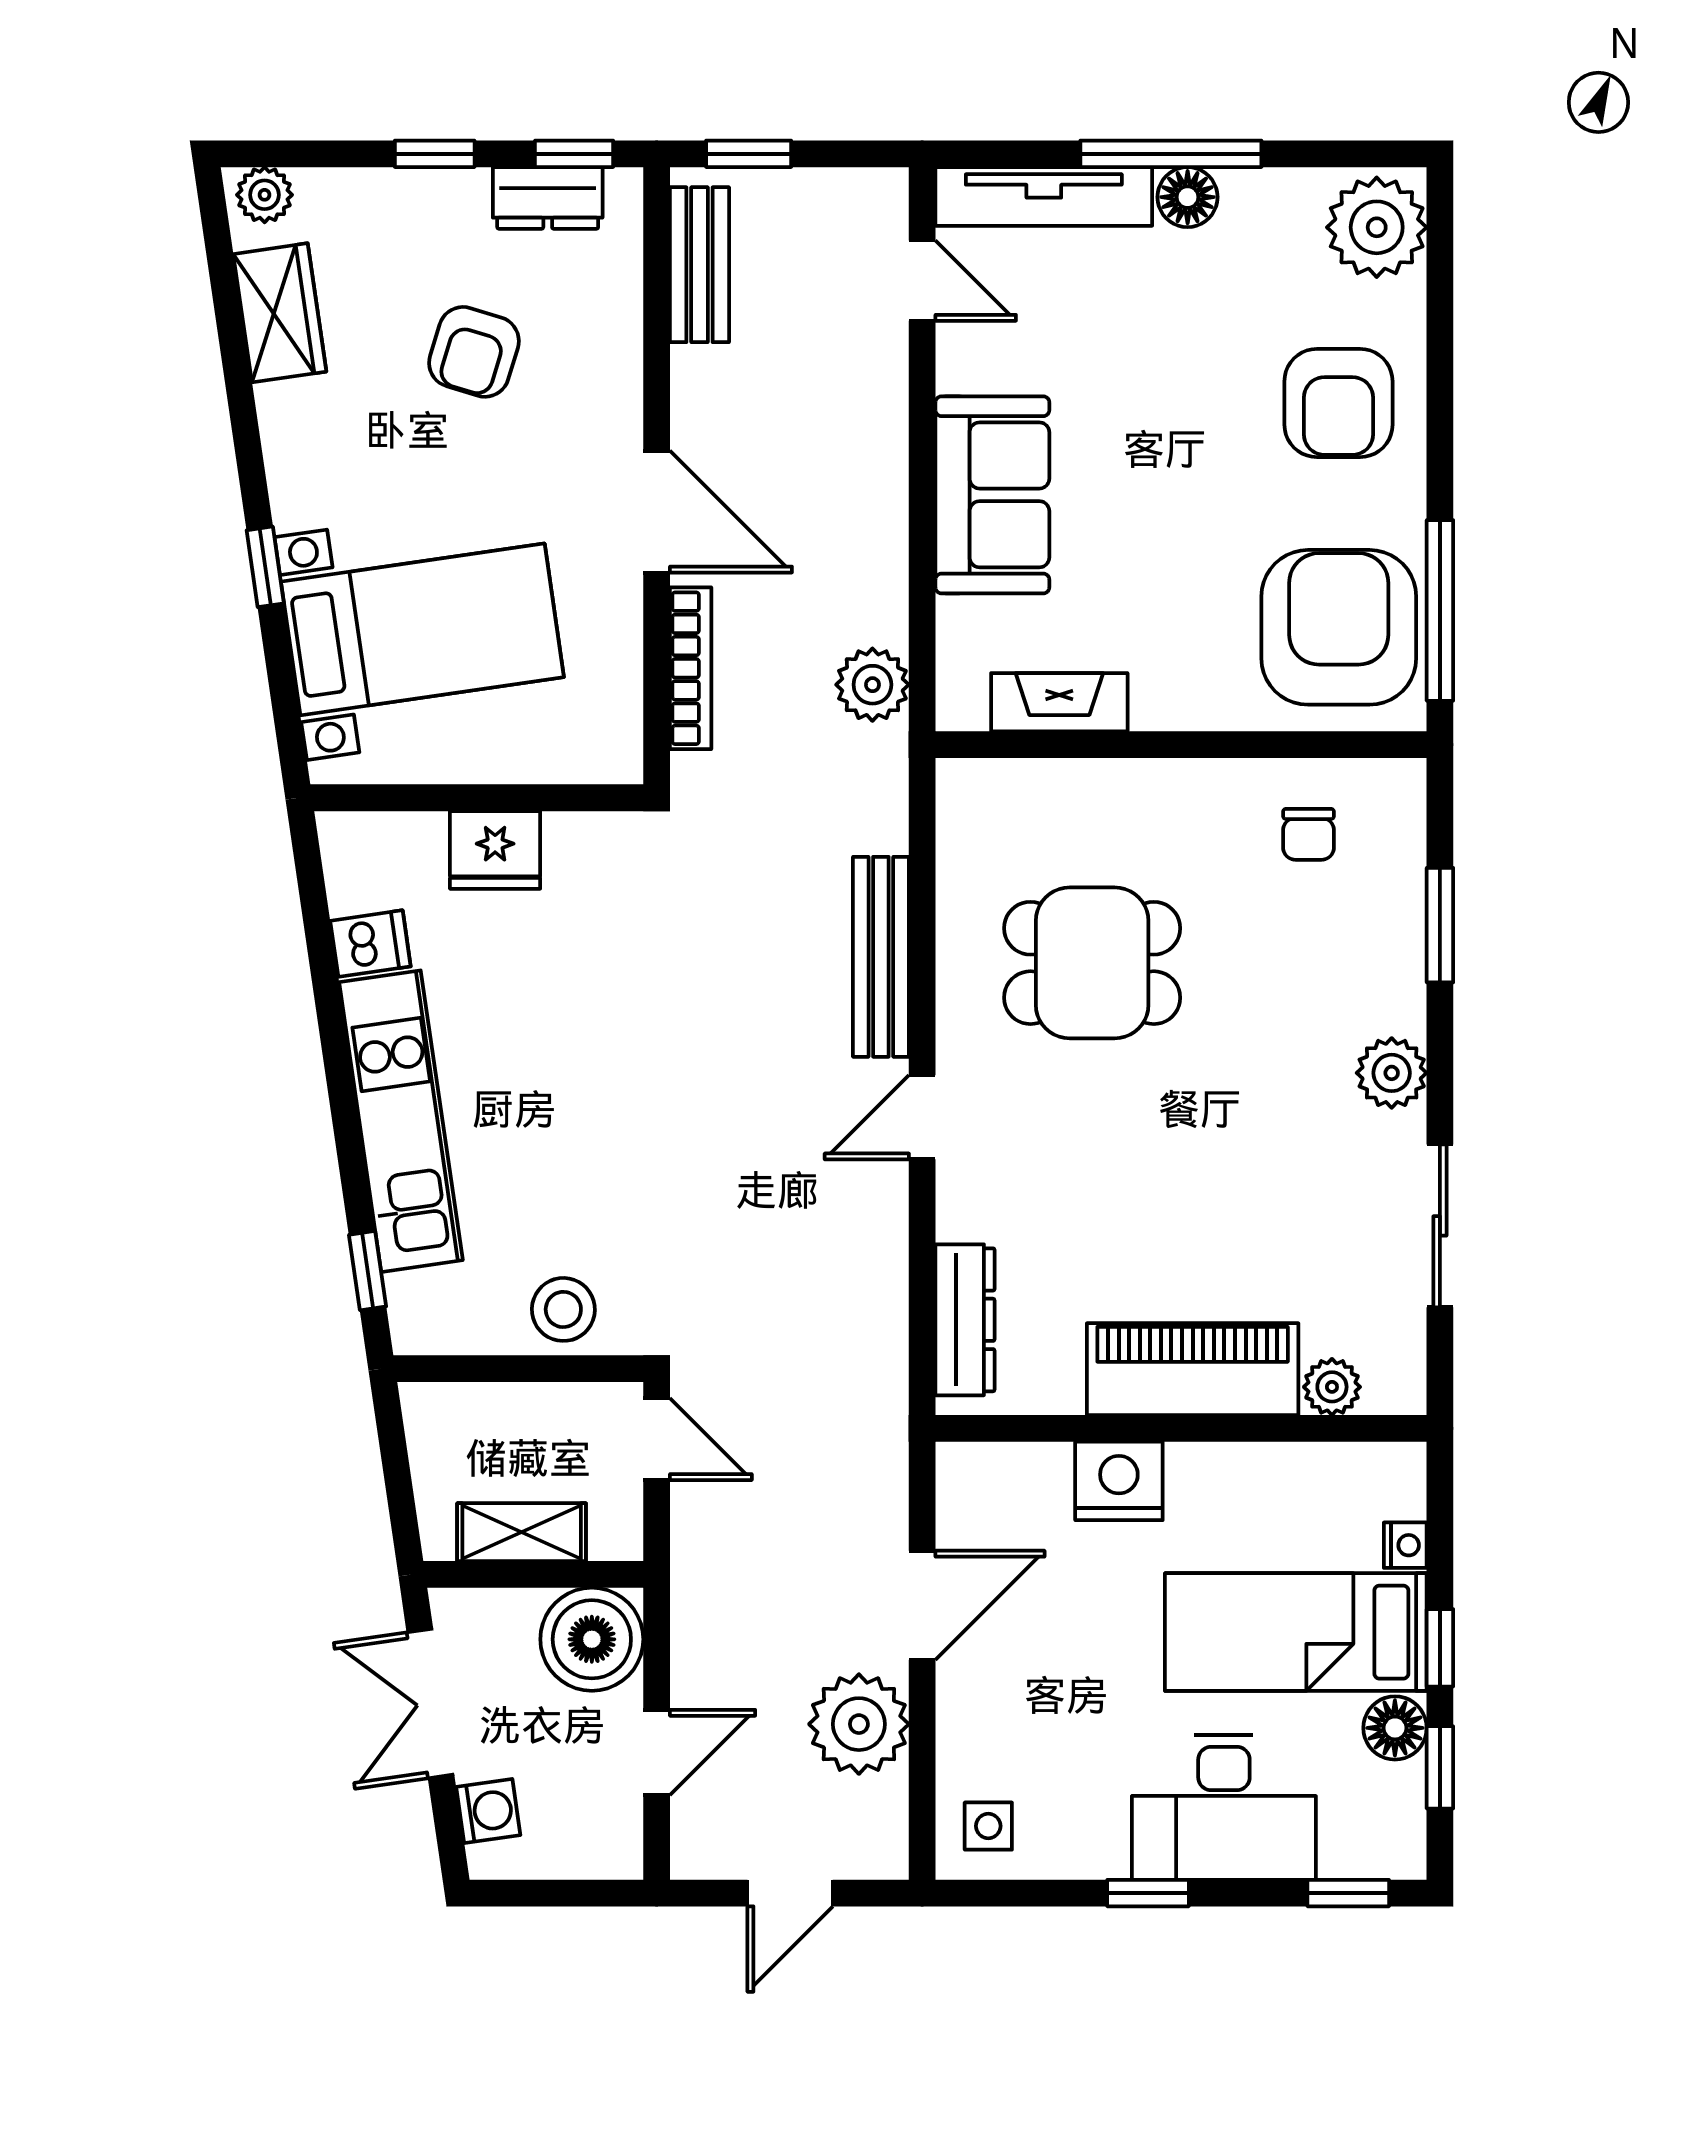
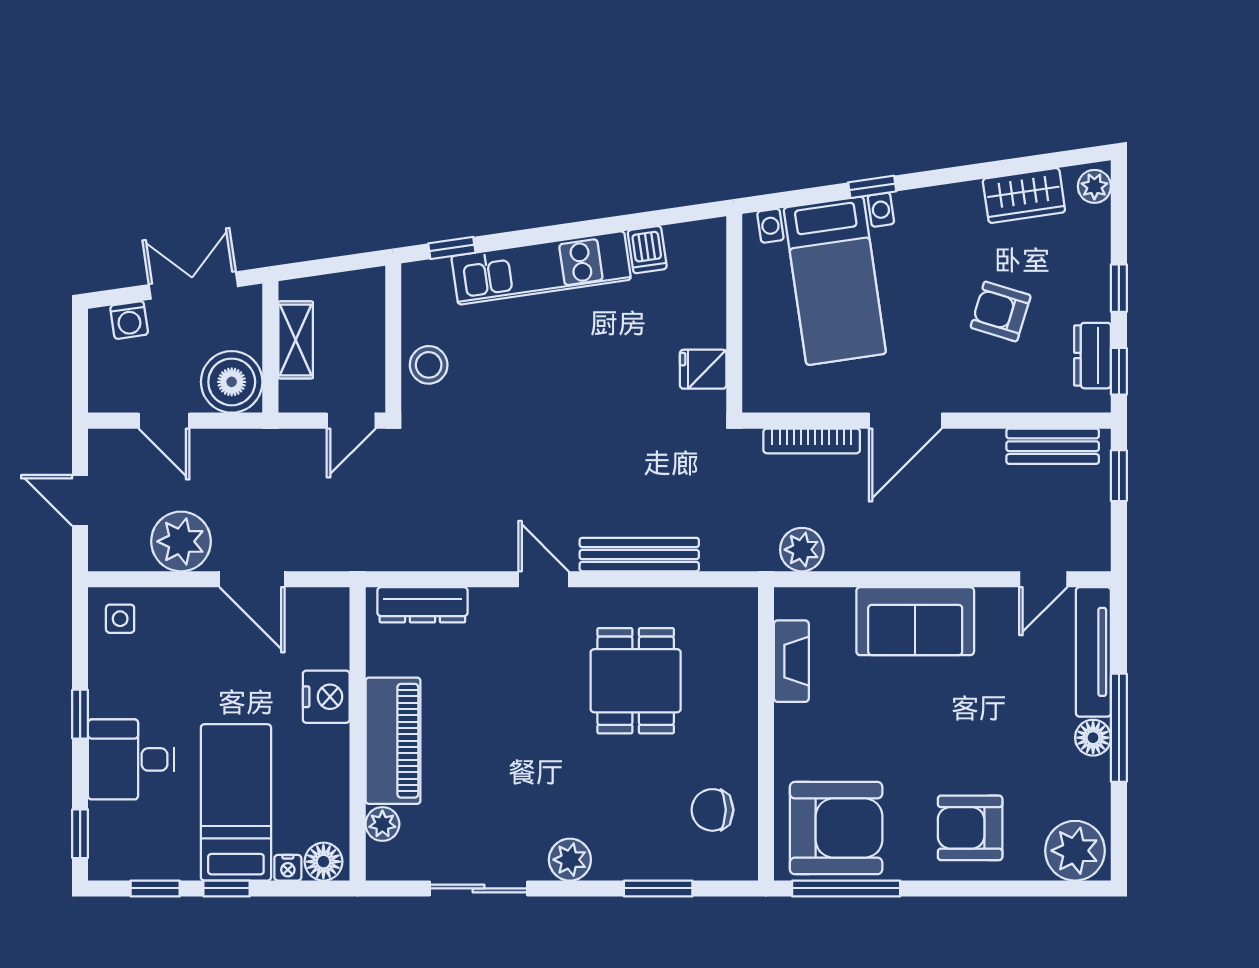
chair: (1308, 834) -> (712, 810), width x1.37, depth x1.37
fridge: (495, 850) -> (703, 369), moved, width x0.72
floor lamp: (1395, 1728) -> (323, 862), moved
desk: (1224, 1808) -> (131, 759), width x0.73

